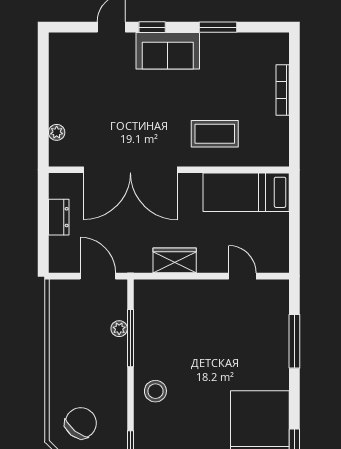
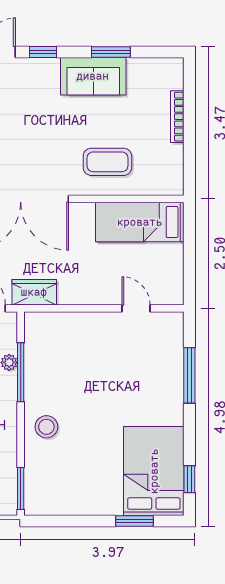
sofa: (168, 51) -> (93, 76), moved
wardrobe: (175, 260) -> (34, 292), moved

